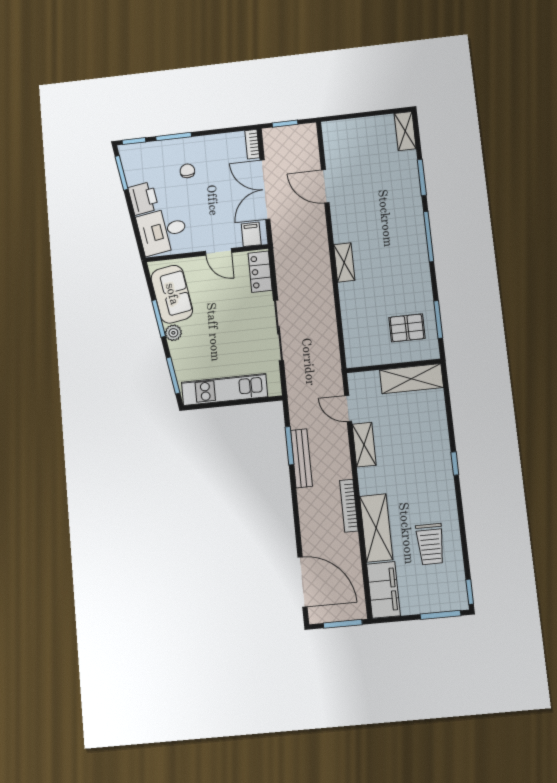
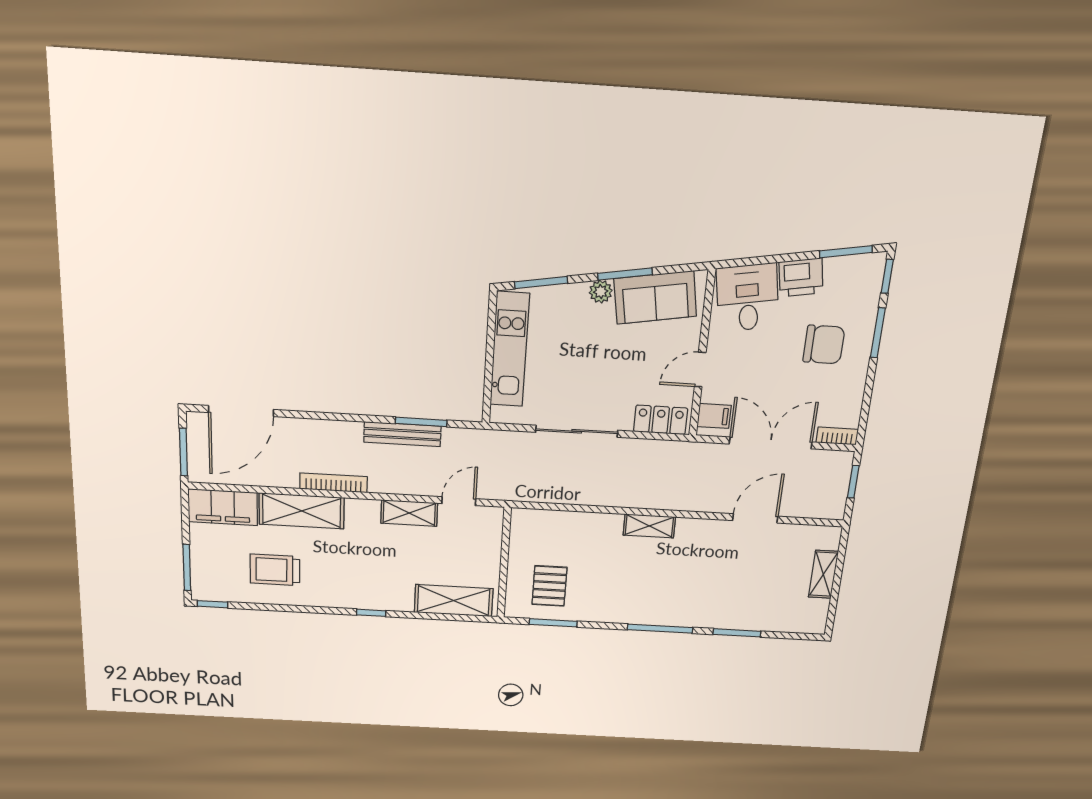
shelving: (405, 131) -> (823, 574), moved, turned 90
chair: (187, 171) -> (824, 345), width x1.87, depth x1.87
shelving: (411, 379) -> (454, 601), moved, turned 90

